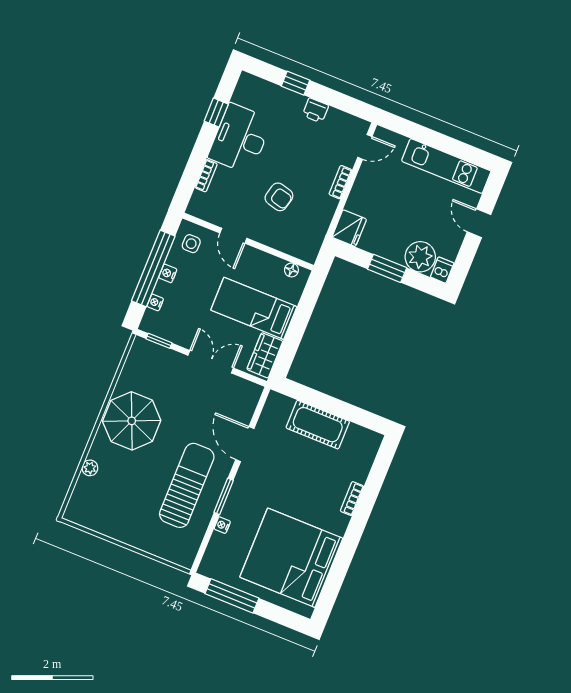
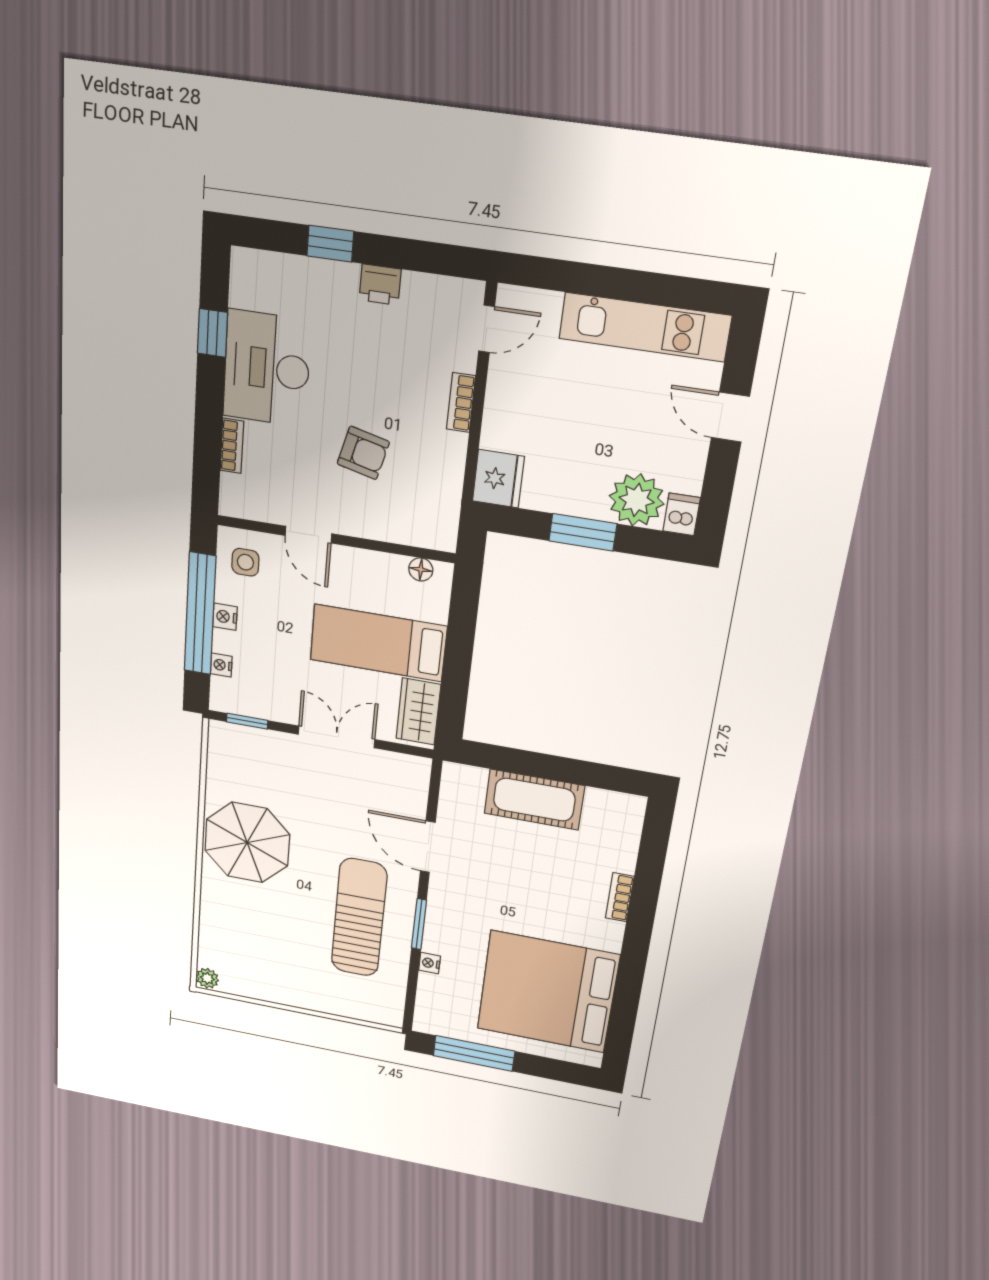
plant: (90, 468) -> (207, 978), moved

